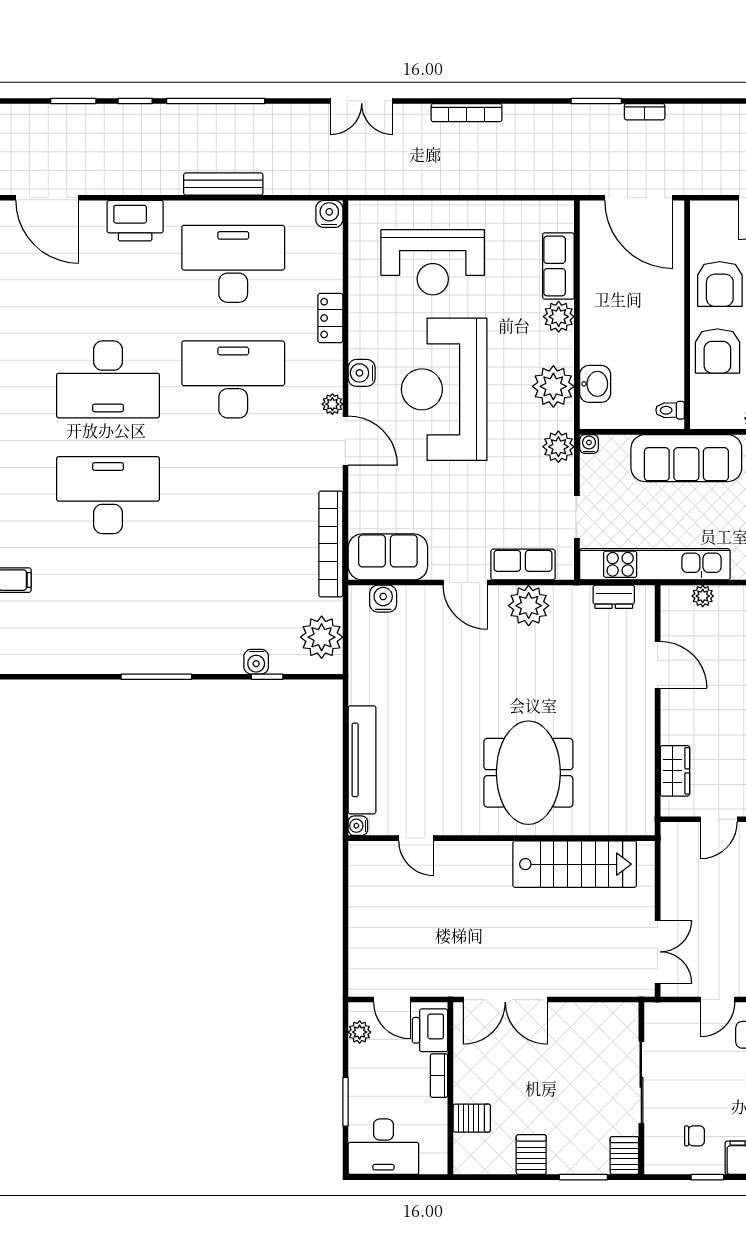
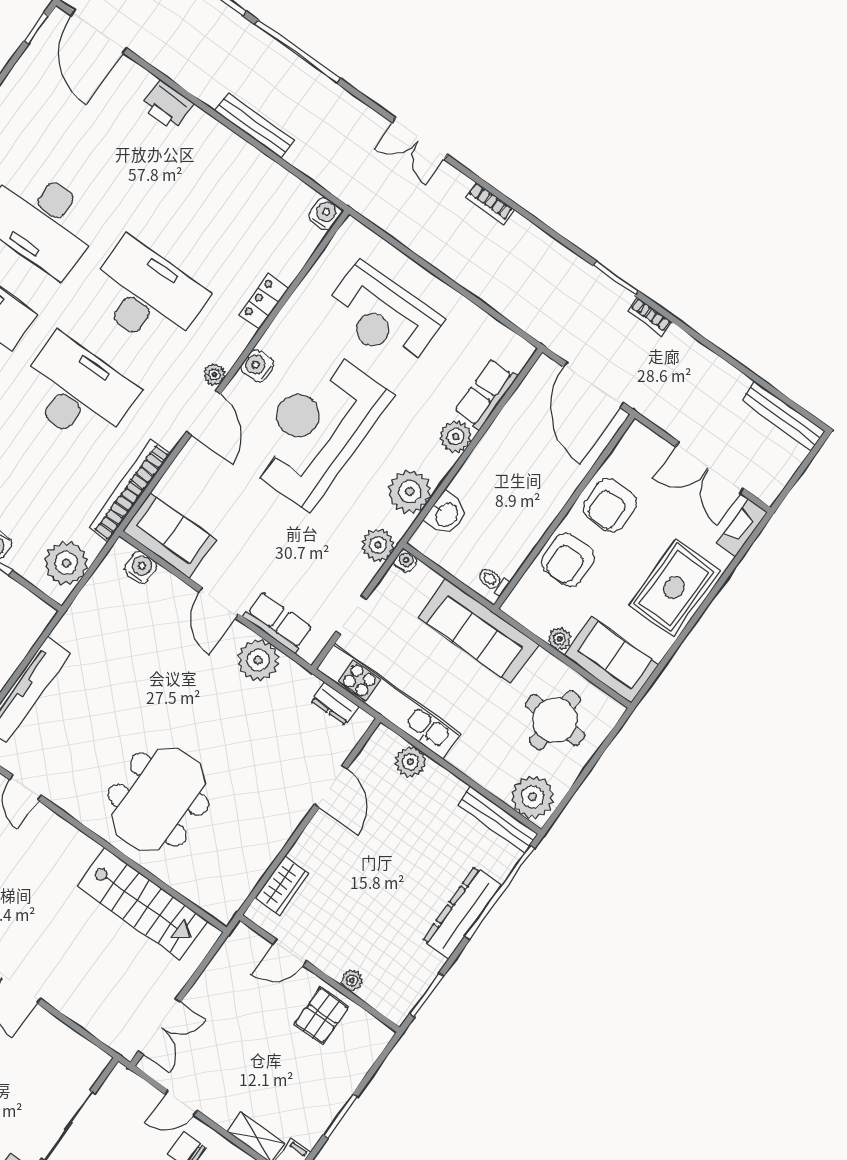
bookcase: (467, 113) -> (490, 203), width x0.64
printer: (135, 221) -> (167, 105), width x0.73, depth x0.84
desk: (233, 264) -> (77, 391), moved
plant: (703, 596) -> (410, 762), width x1.38, depth x1.38

